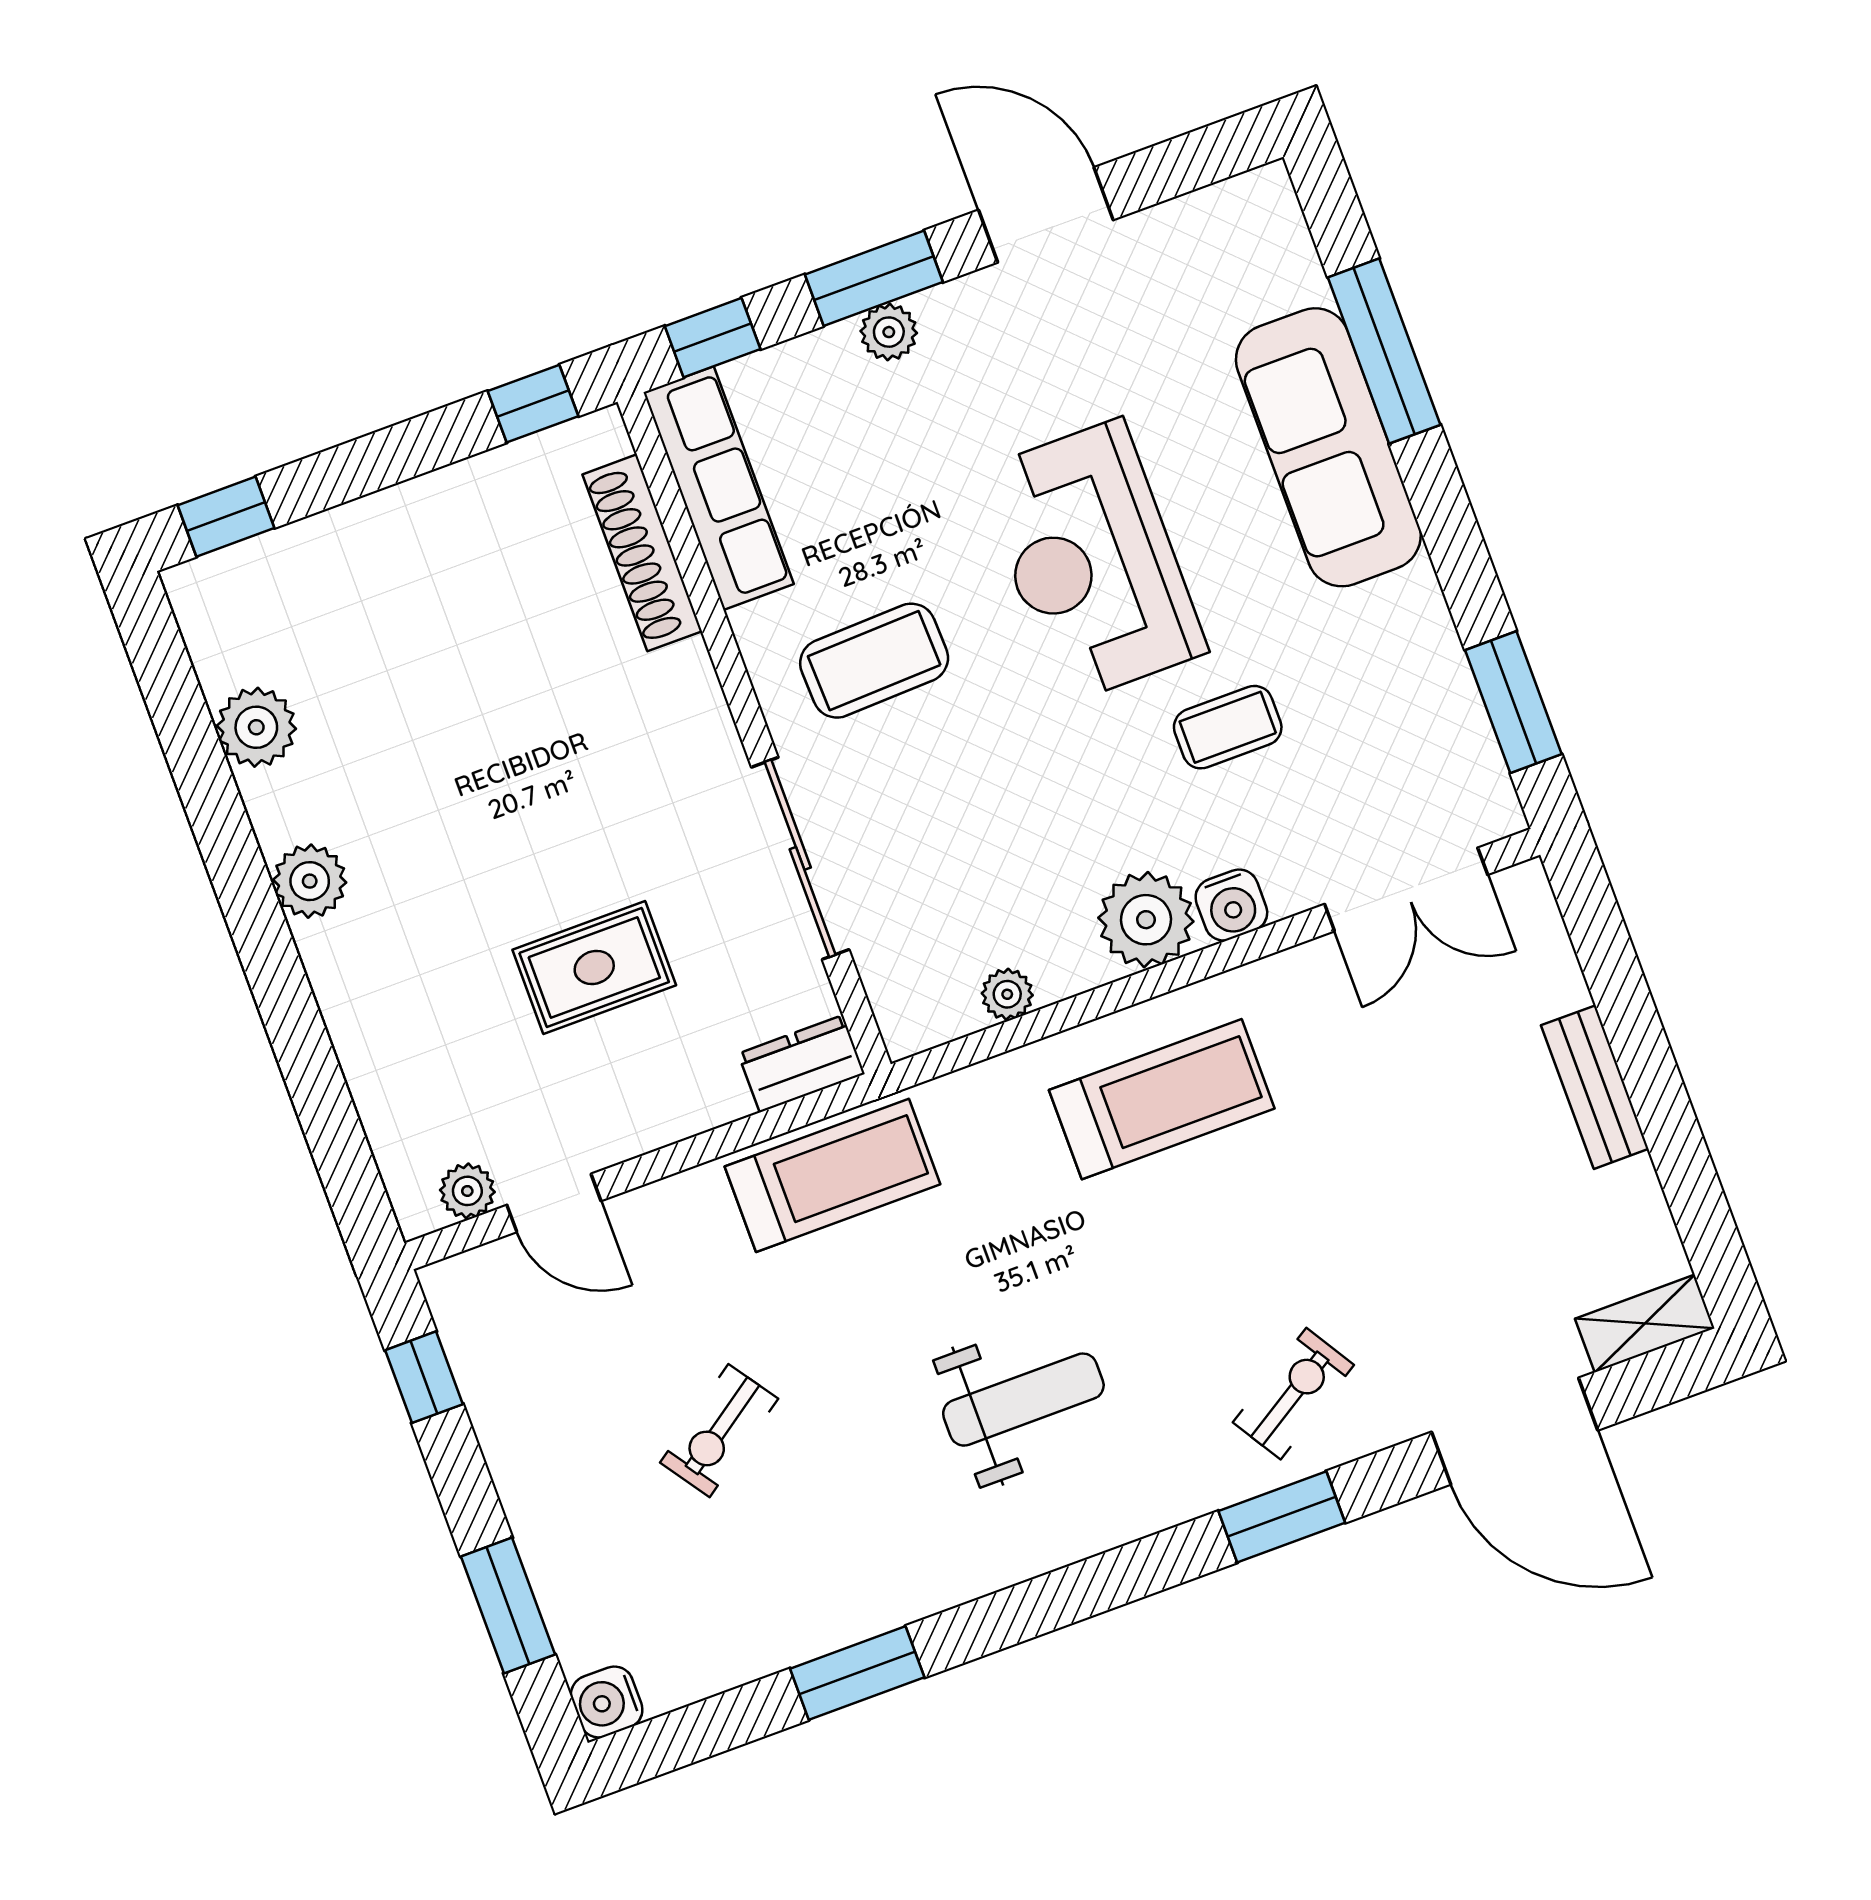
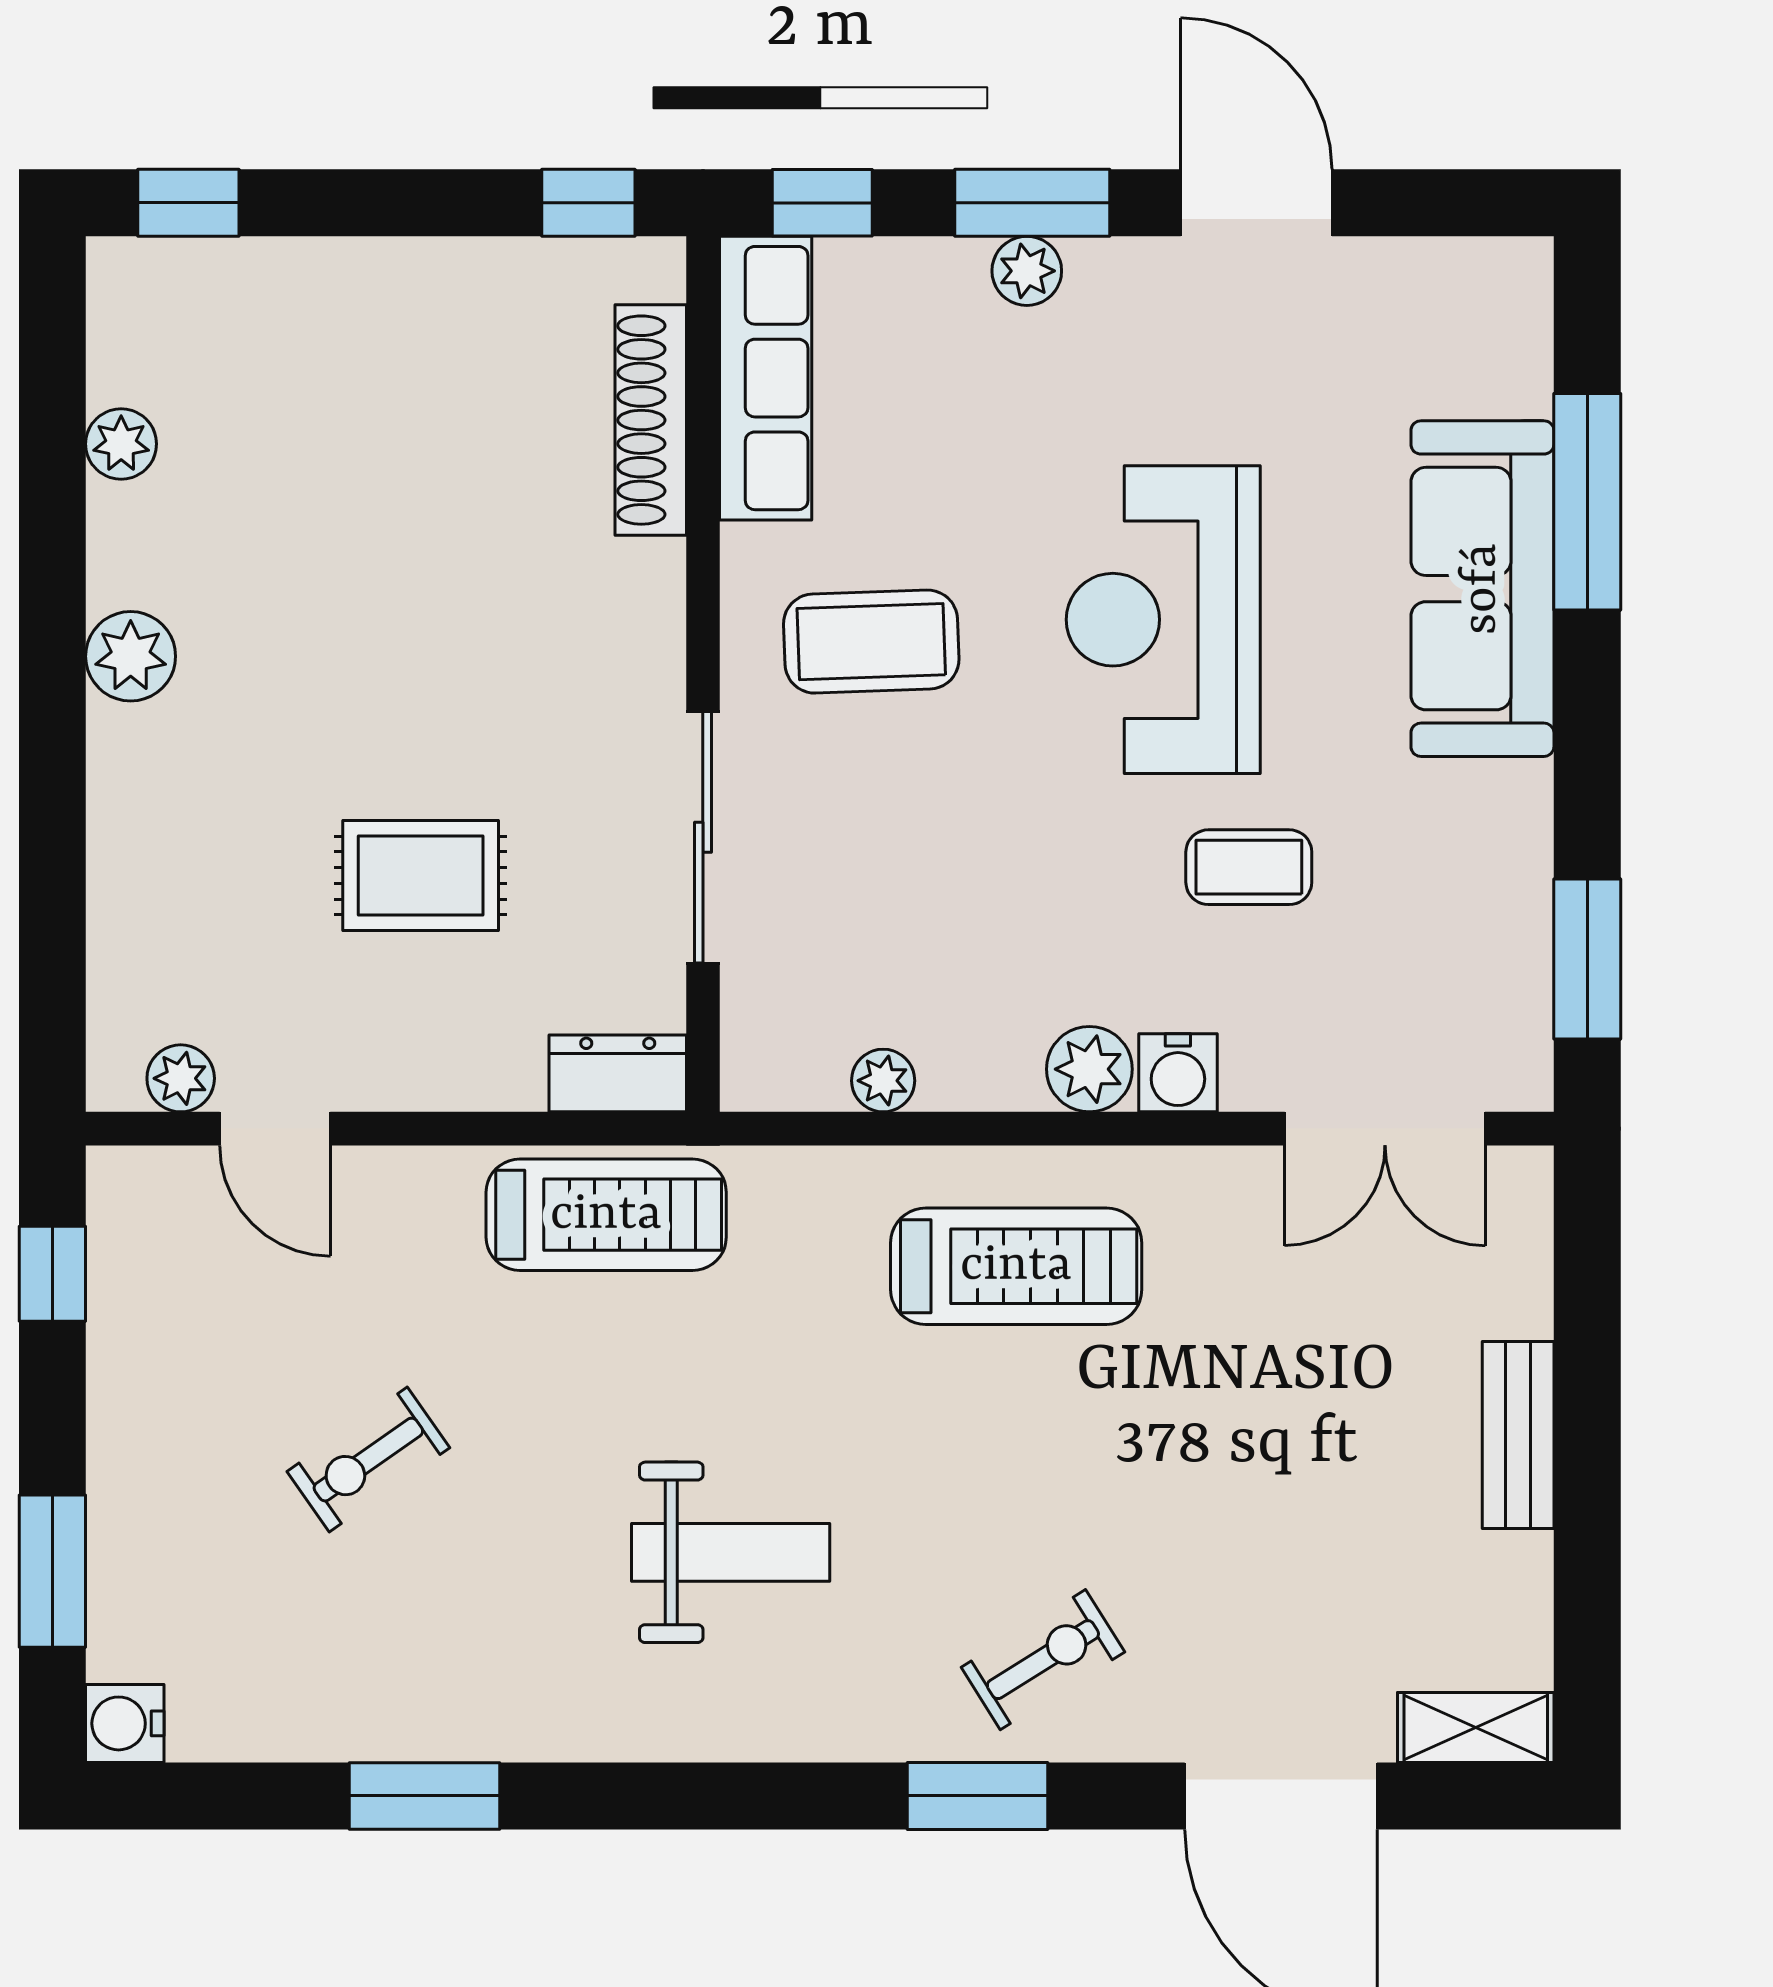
plant: (256, 727) -> (121, 444), width x0.73, depth x0.73
plant: (1146, 920) -> (1089, 1069), width x0.73, depth x0.73

